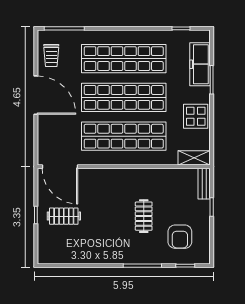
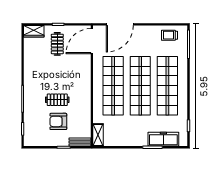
door: (36, 95) -> (120, 24), moved
display table: (196, 116) -> (127, 136), removed
armchair: (180, 237) -> (58, 121), moved
wardrobe: (46, 250) -> (34, 31), added

